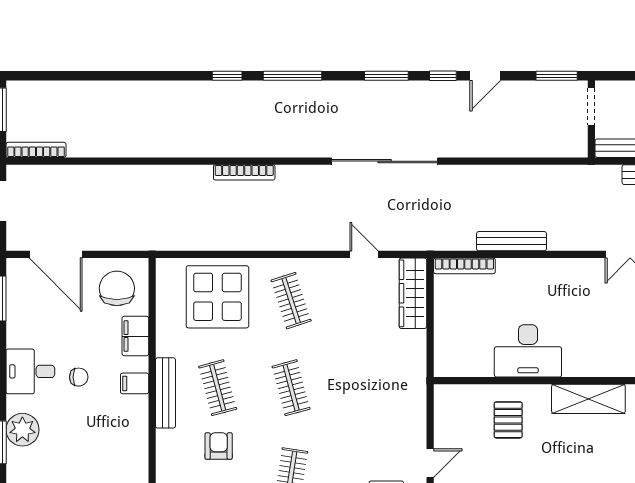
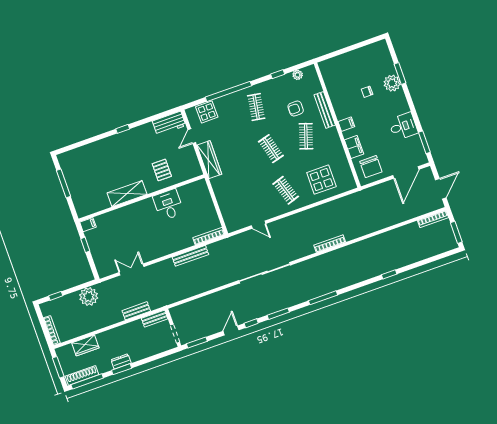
window: (227, 76) -> (389, 274), moved
door: (56, 254) -> (406, 172), swing flipped
wardrobe: (413, 293) -> (209, 160), moved
display table: (217, 297) -> (321, 180), width x0.73, depth x0.73
desk: (528, 351) -> (168, 205), width x0.73
desk: (30, 371) -> (403, 126), moved
chair: (79, 377) -> (367, 92), moved
clothes rail: (218, 388) -> (306, 136), turned 33
bench: (165, 393) -> (325, 110), moved
armchair: (219, 446) -> (296, 109), turned 90

